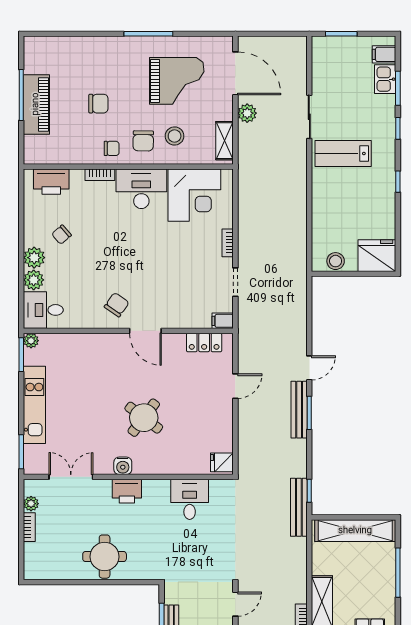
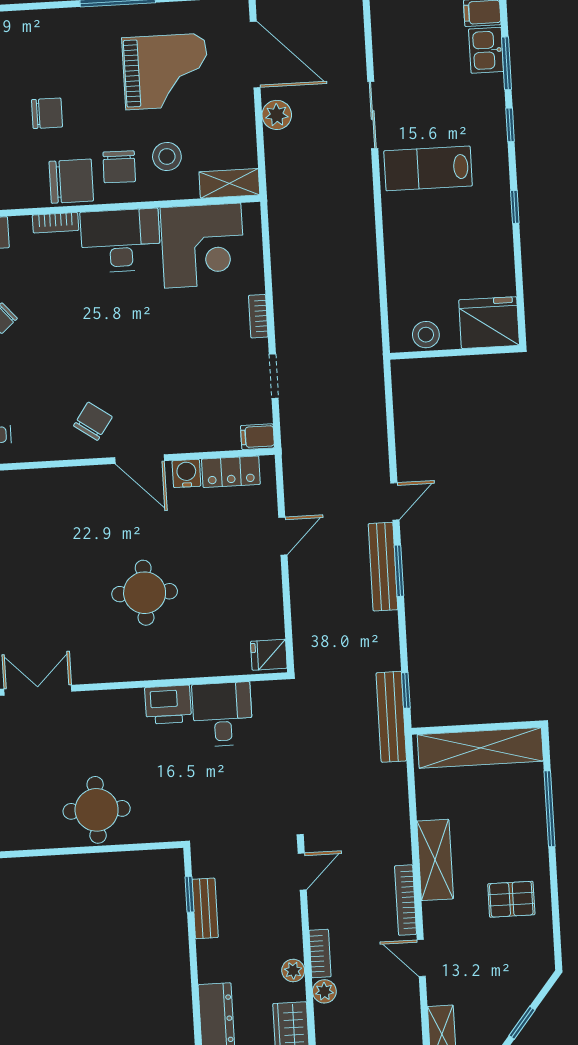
shelving: (225, 141) -> (229, 183), moved, turned 90
chair: (112, 148) -> (71, 181), width x1.87, depth x1.87
round table: (144, 418) -> (145, 593), turned -37
water cooler: (123, 466) -> (186, 473), moved, turned 180
printer: (127, 491) -> (168, 705), moved

